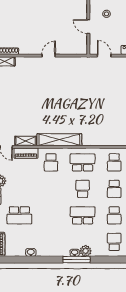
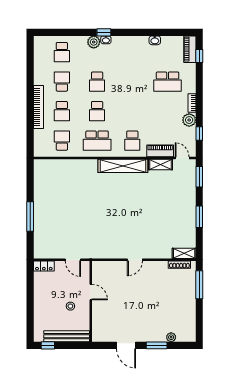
school desk: (51, 162) -> (132, 141), turned 180
school desk: (114, 189) -> (62, 111), turned 180
school desk: (19, 215) -> (168, 82), turned 180
school desk: (83, 215) -> (97, 82), width x0.54
window: (77, 260) -> (104, 32), width x0.46

